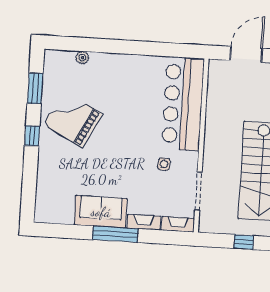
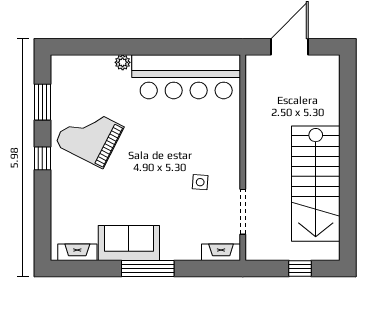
plant: (82, 58) -> (123, 62), moved
bar counter: (183, 104) -> (186, 77), moved, turned -90
fireplace: (144, 222) -> (77, 252), moved

